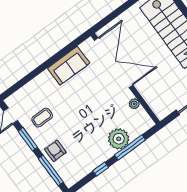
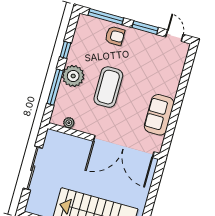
plant: (134, 104) -> (69, 123), moved
coffee table: (42, 118) -> (108, 87), moved, width x1.86, depth x1.72
plant: (119, 139) -> (73, 76), moved

